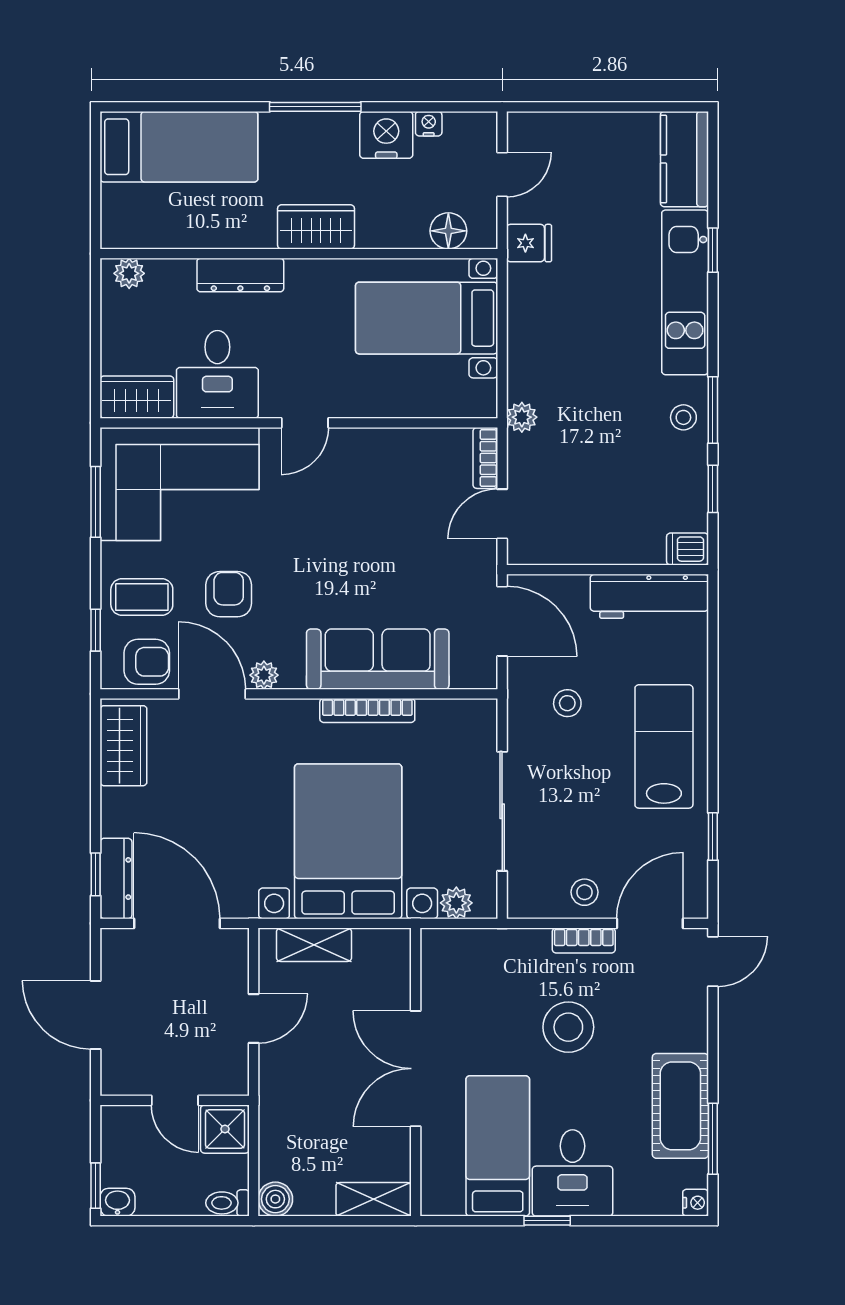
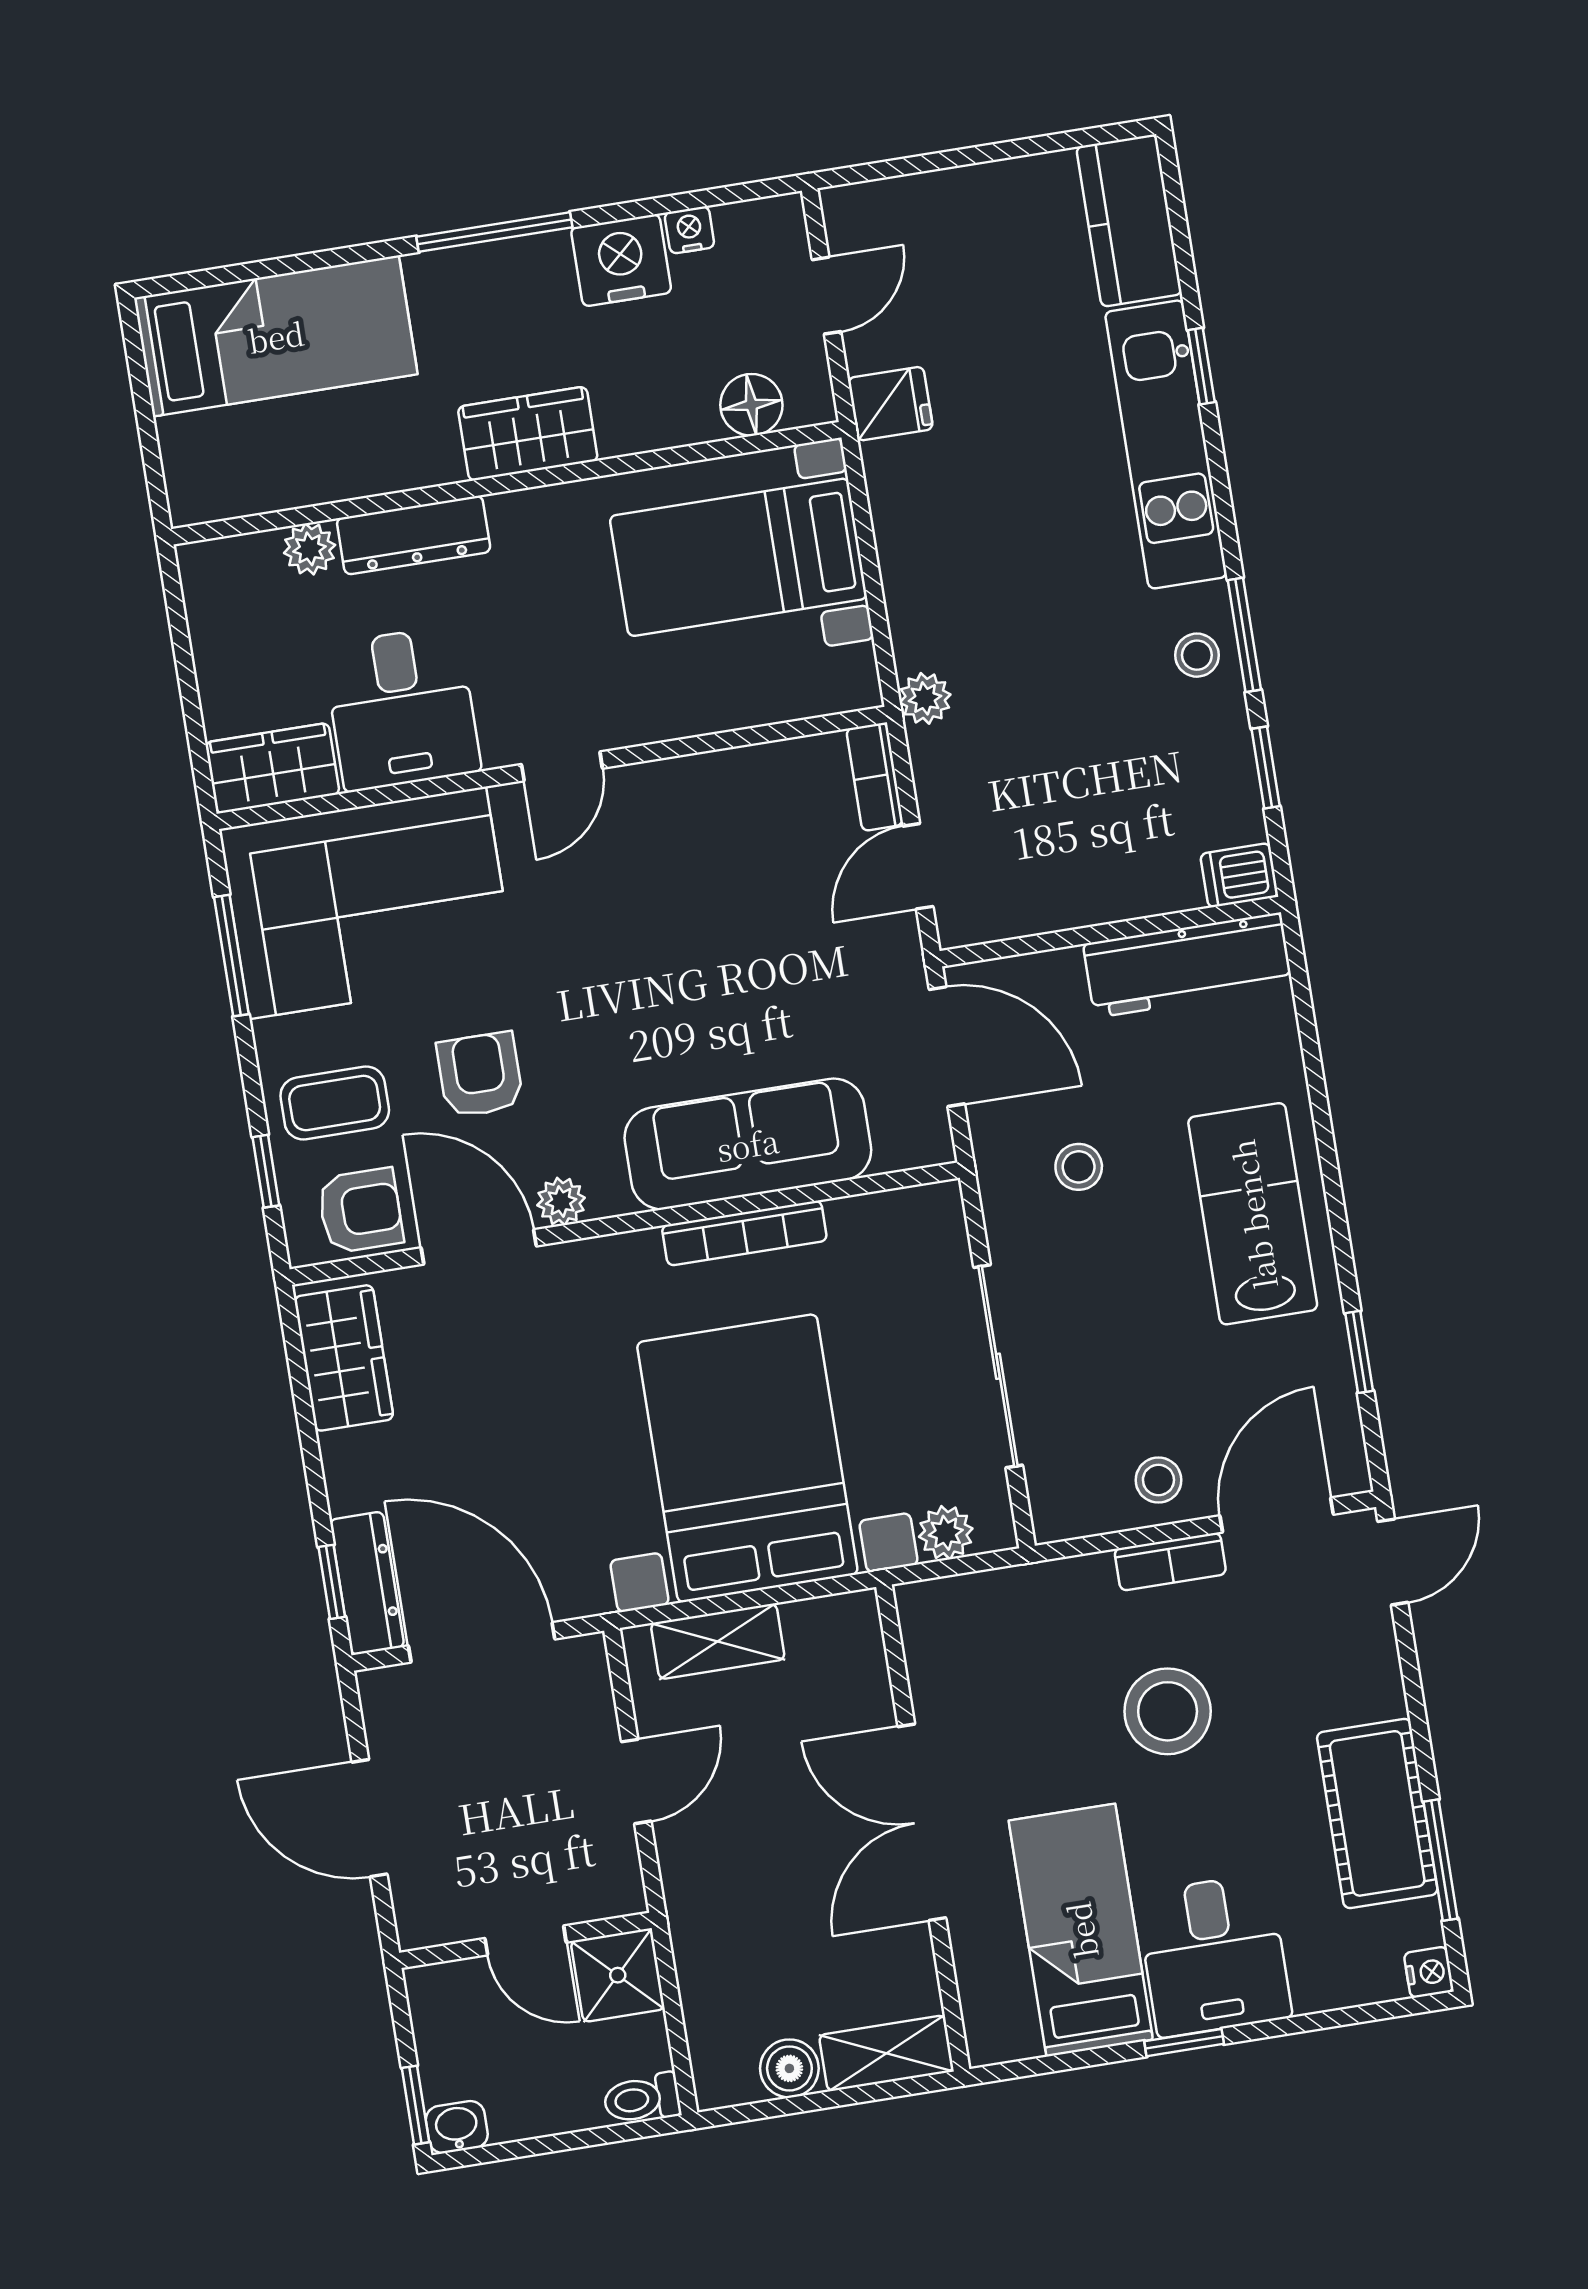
plant: (129, 273) -> (310, 549), moved
boiler: (275, 1199) -> (789, 2068), moved

